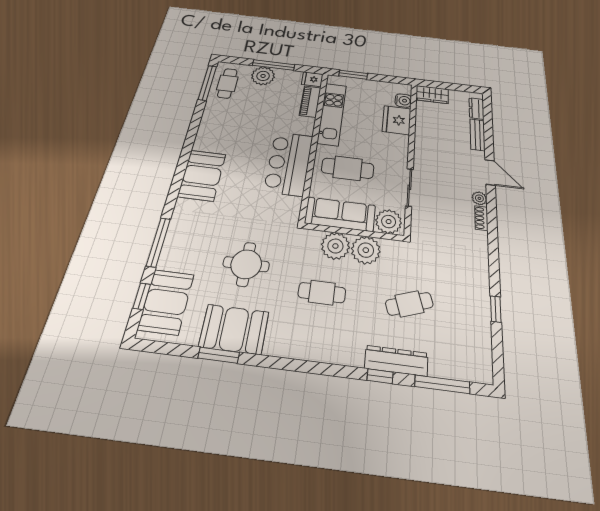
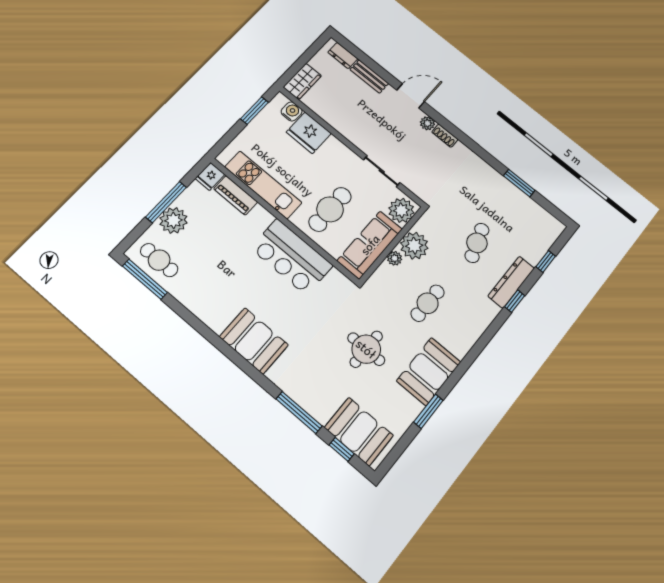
window: (353, 75) -> (254, 111), moved
plant: (335, 246) -> (395, 258), width x0.53, depth x0.53
window: (496, 309) -> (519, 183), width x1.50
booth: (234, 329) -> (429, 371), moved
window: (442, 384) -> (546, 261), width x0.46

